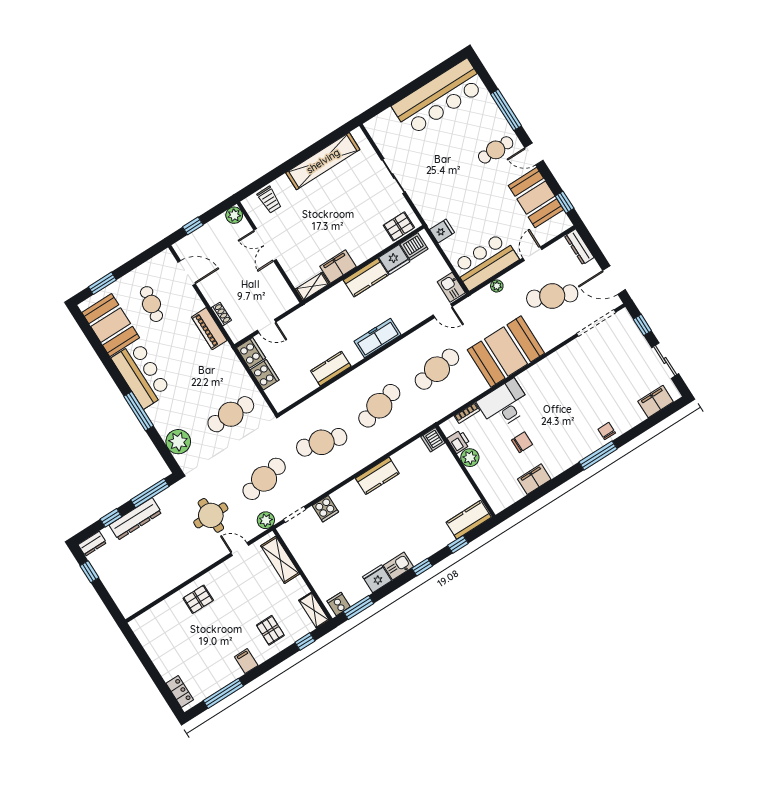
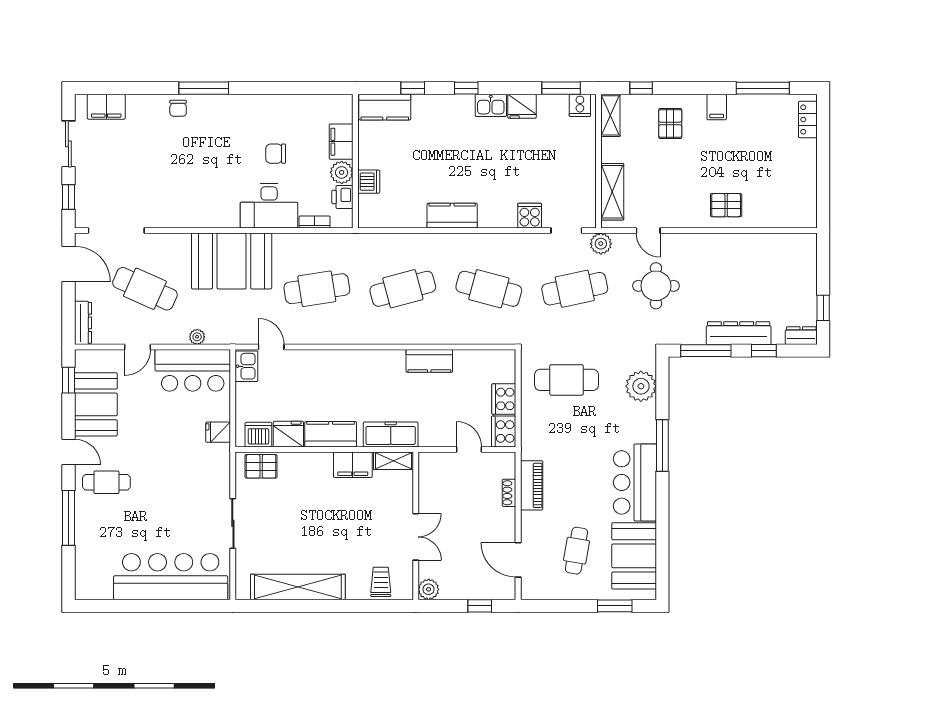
bar counter: (439, 97) -> (171, 577), moved
freezer: (377, 338) -> (391, 434), moved, turned 180
dishwasher: (433, 440) -> (369, 182), moved
filing cabinet: (534, 479) -> (341, 142), moved, turned 90

